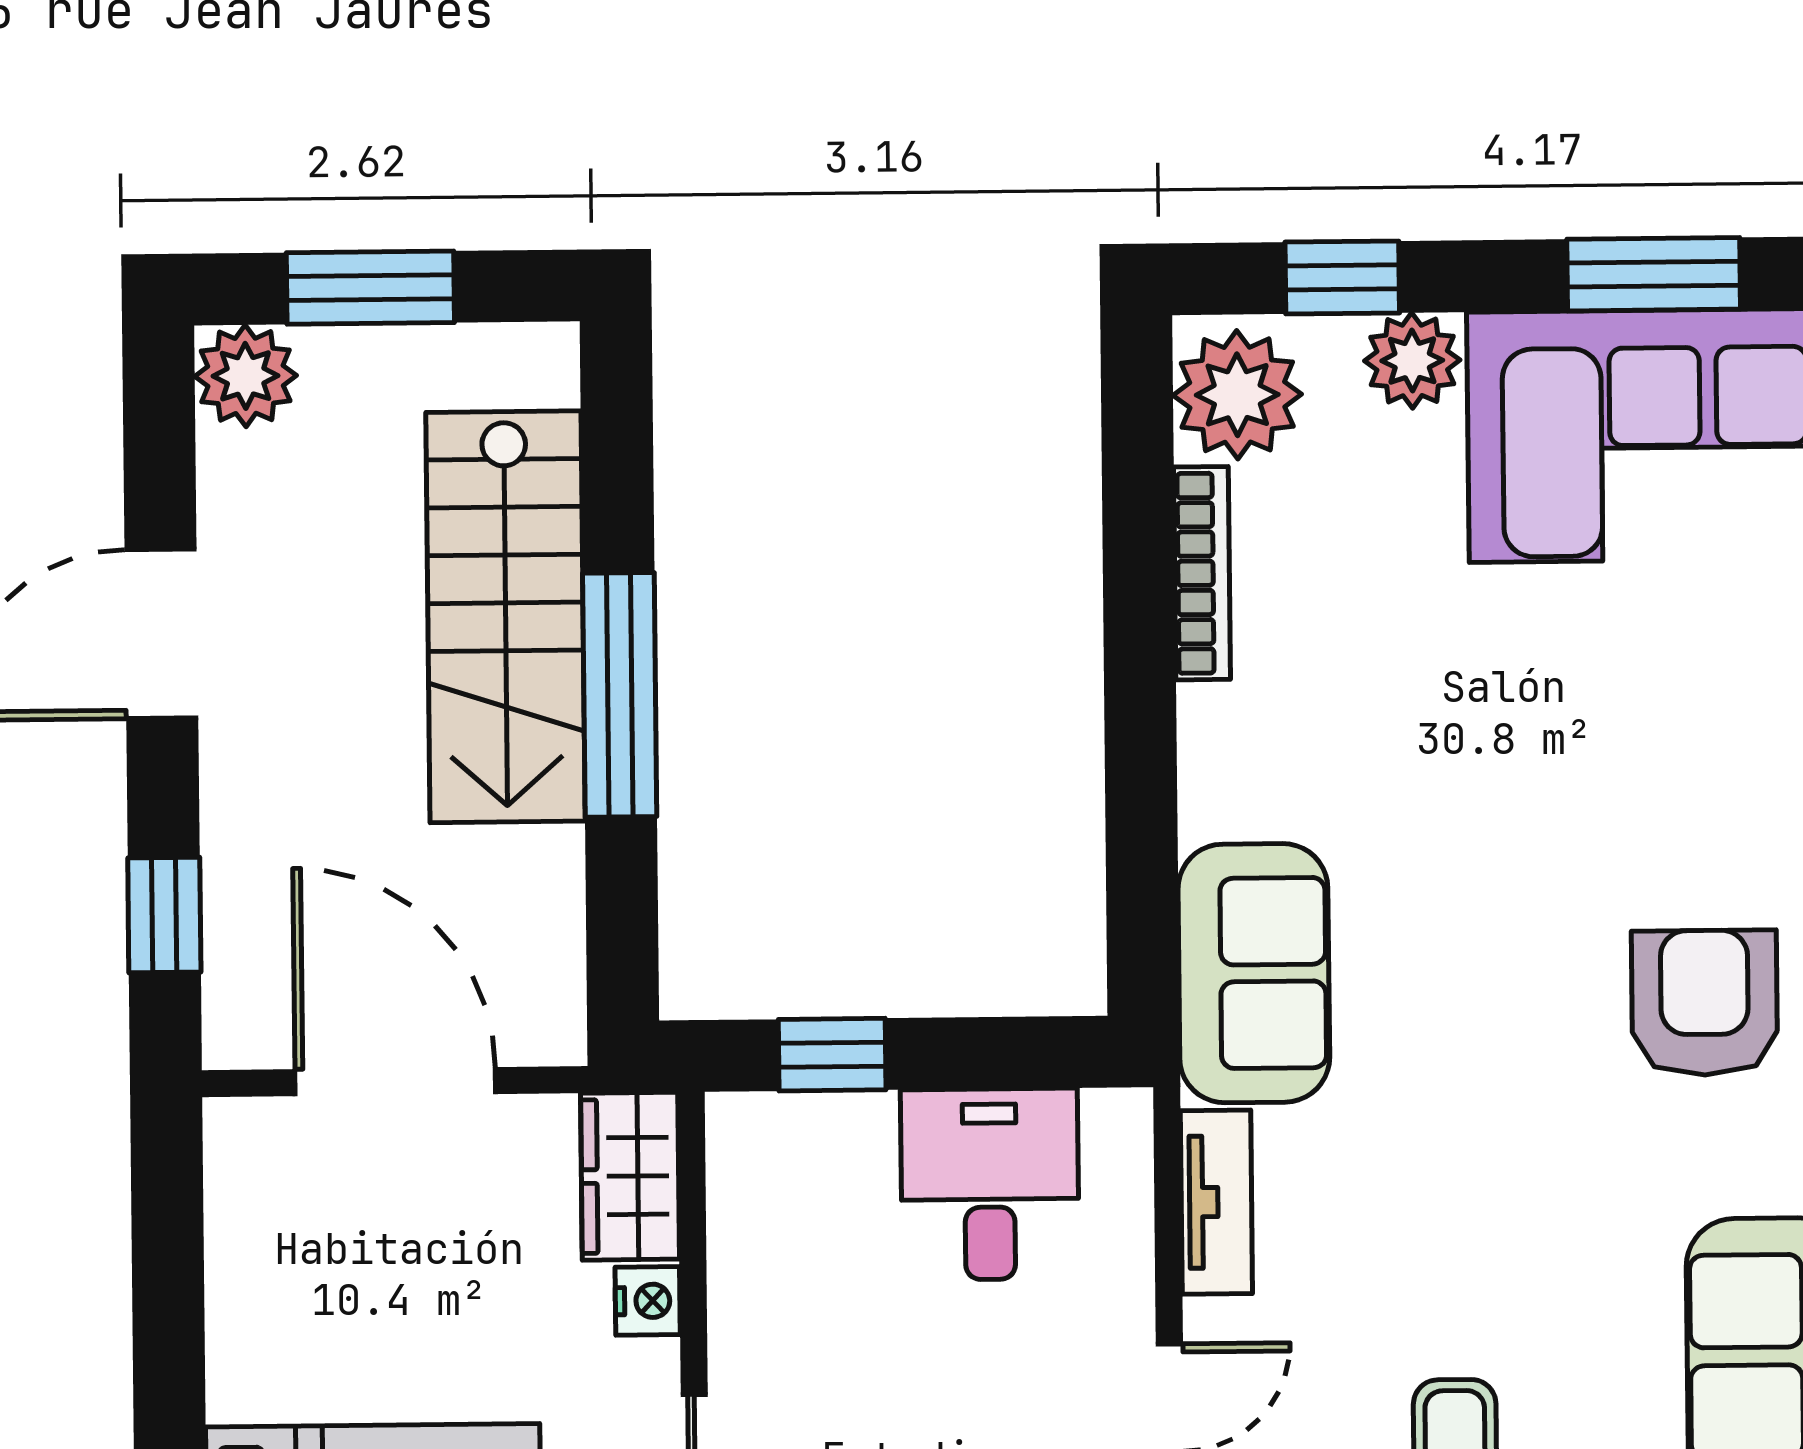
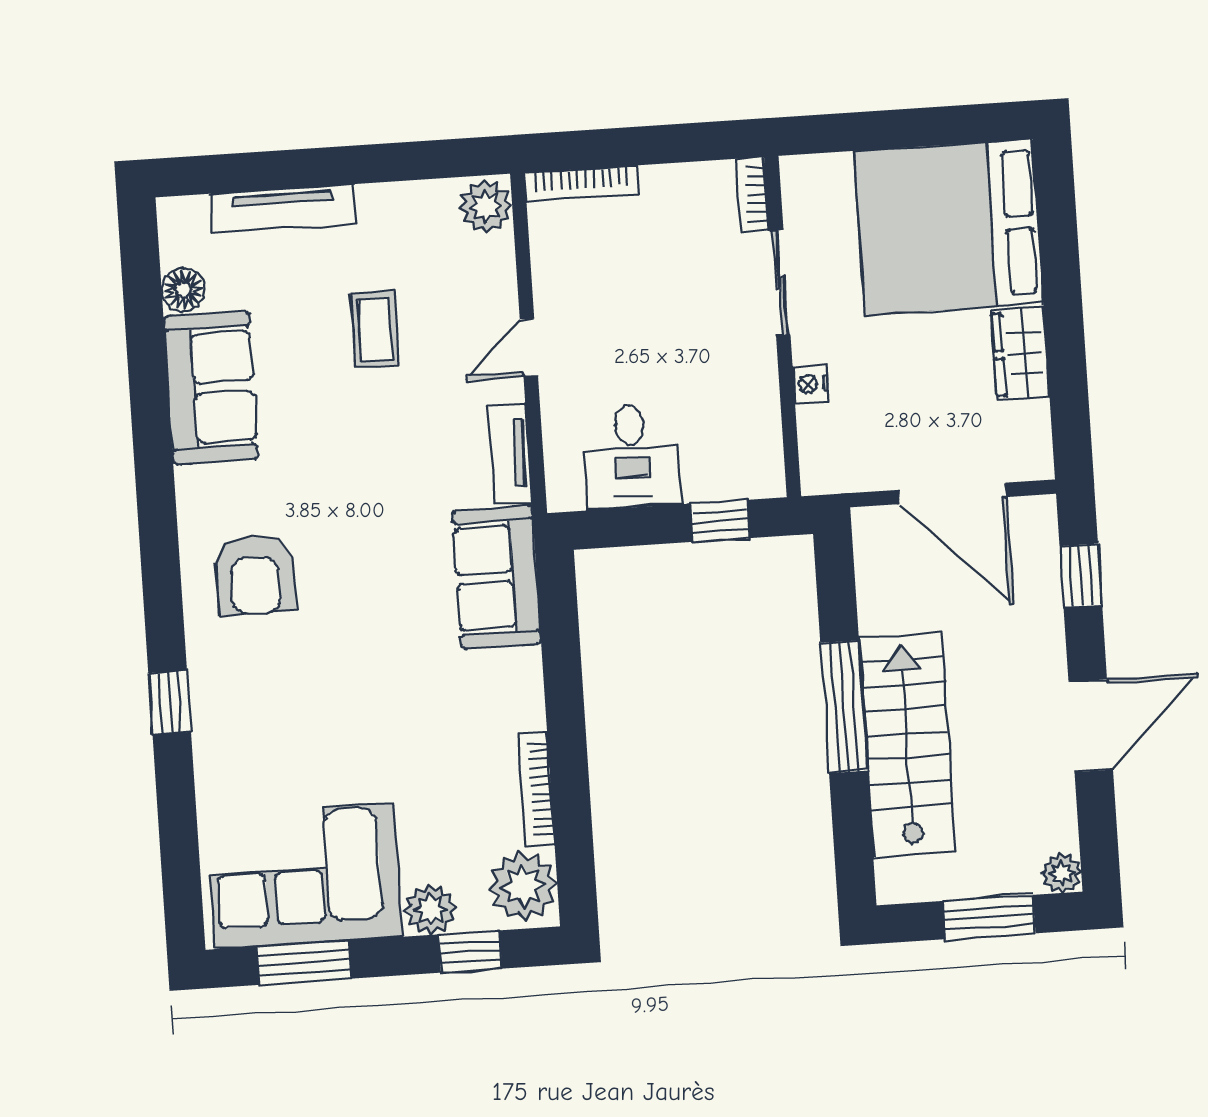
plant: (246, 376) -> (1061, 873), width x0.73, depth x0.73
wardrobe: (630, 1176) -> (1021, 353), moved, turned 180

